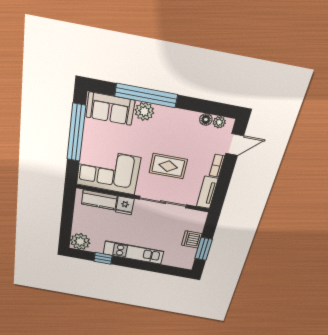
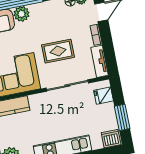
fridge: (125, 206) -> (104, 96), moved, turned 90
dishwasher: (192, 239) -> (111, 139), moved, turned 90

